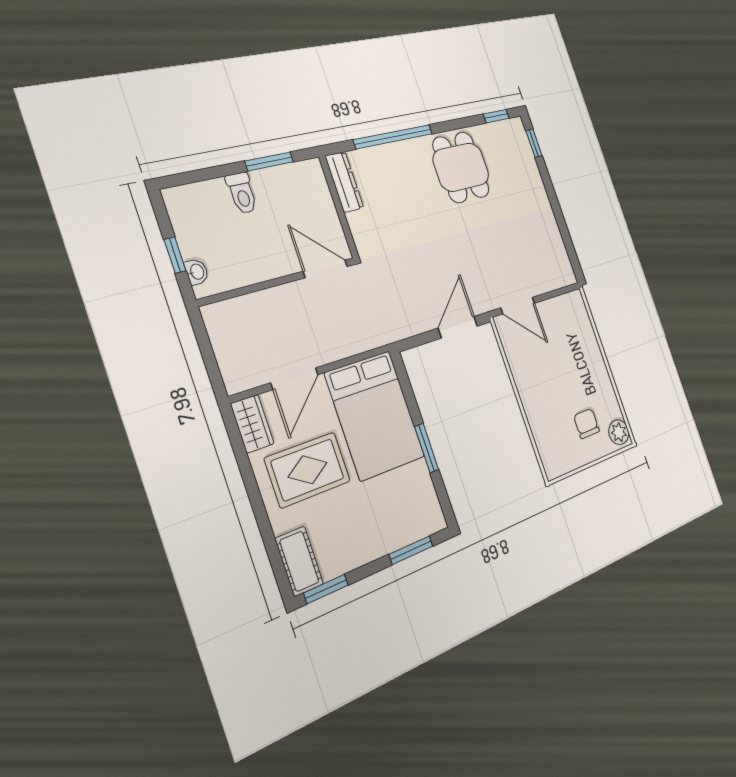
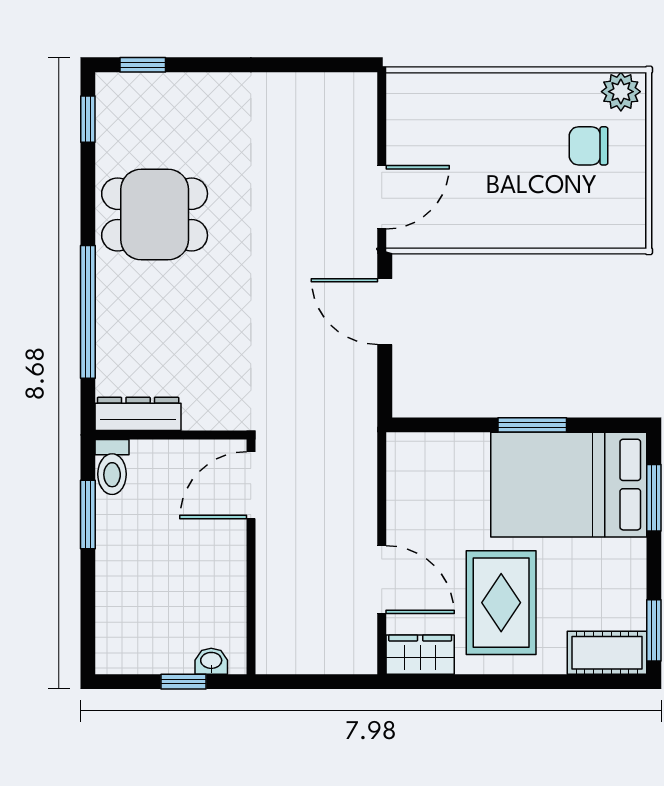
toilet: (242, 193) -> (112, 467), moved, turned 90
bed: (375, 415) -> (569, 485), moved, turned 180

